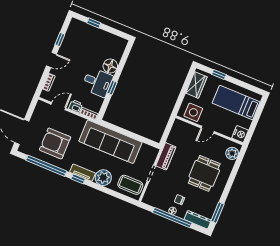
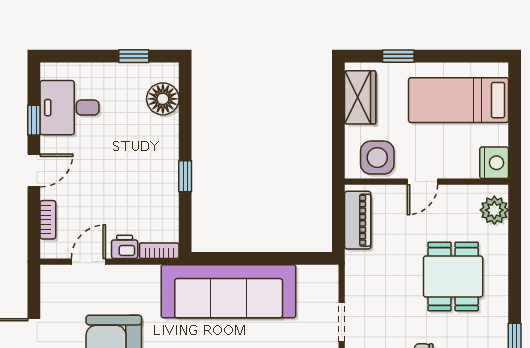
window: (94, 23) -> (134, 56), moved
floor lamp: (110, 66) -> (163, 99), moved
desk: (97, 82) -> (69, 108), moved, turned 180
piano: (166, 156) -> (358, 220), moved

